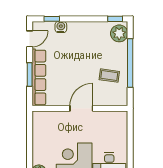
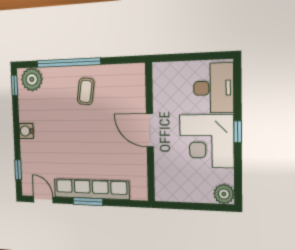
water cooler: (61, 27) -> (26, 131), moved
wall: (80, 108) -> (150, 132), moved
door: (81, 108) -> (150, 130), moved

